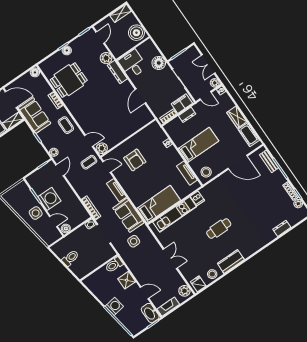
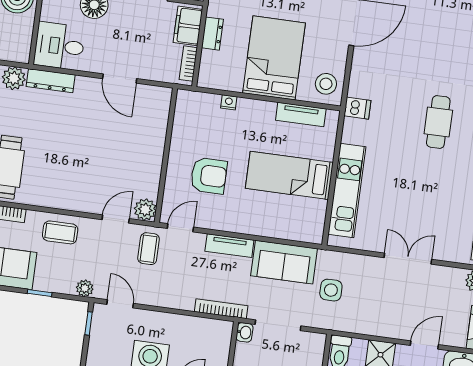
bed: (198, 145) -> (274, 58), width x1.50
dishwasher: (197, 198) -> (357, 108), moved
bed: (159, 204) -> (289, 175), moved, turned -90
cafe table: (219, 229) -> (438, 122), moved

